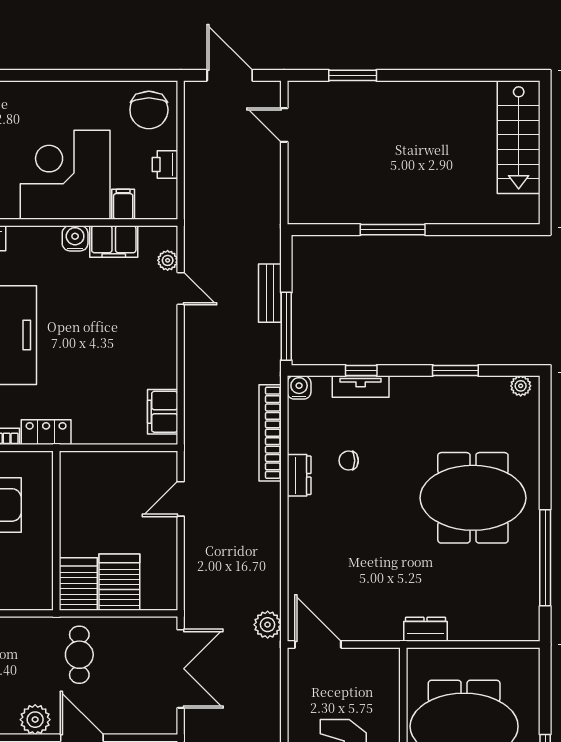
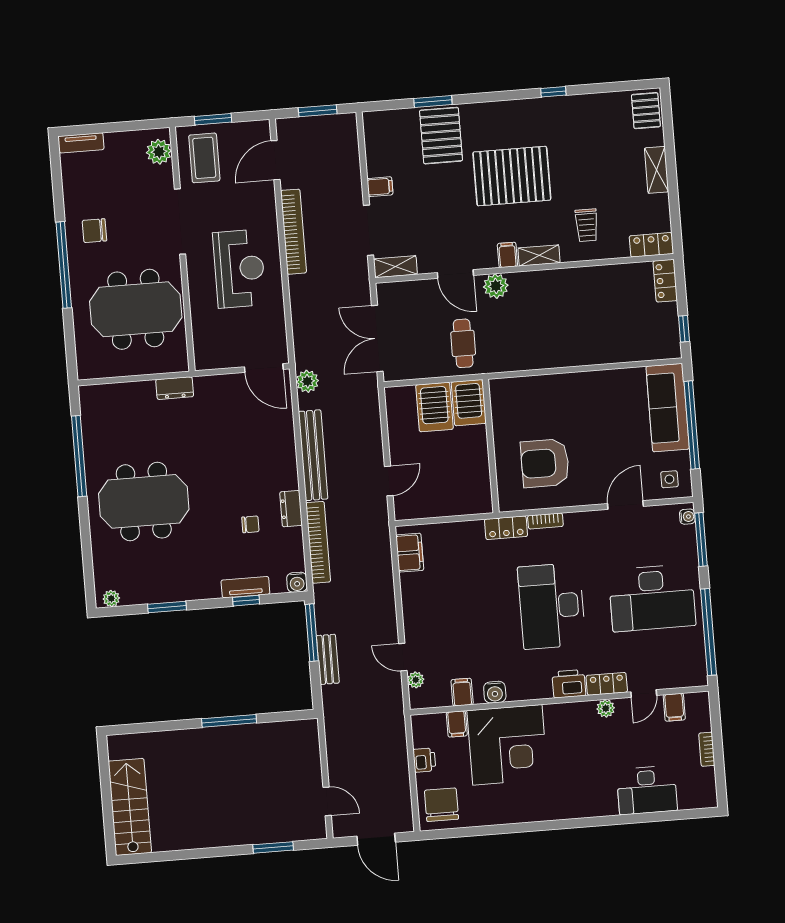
filing cabinet: (114, 241) -> (462, 692), width x0.50
bench: (268, 536) -> (313, 455), added

